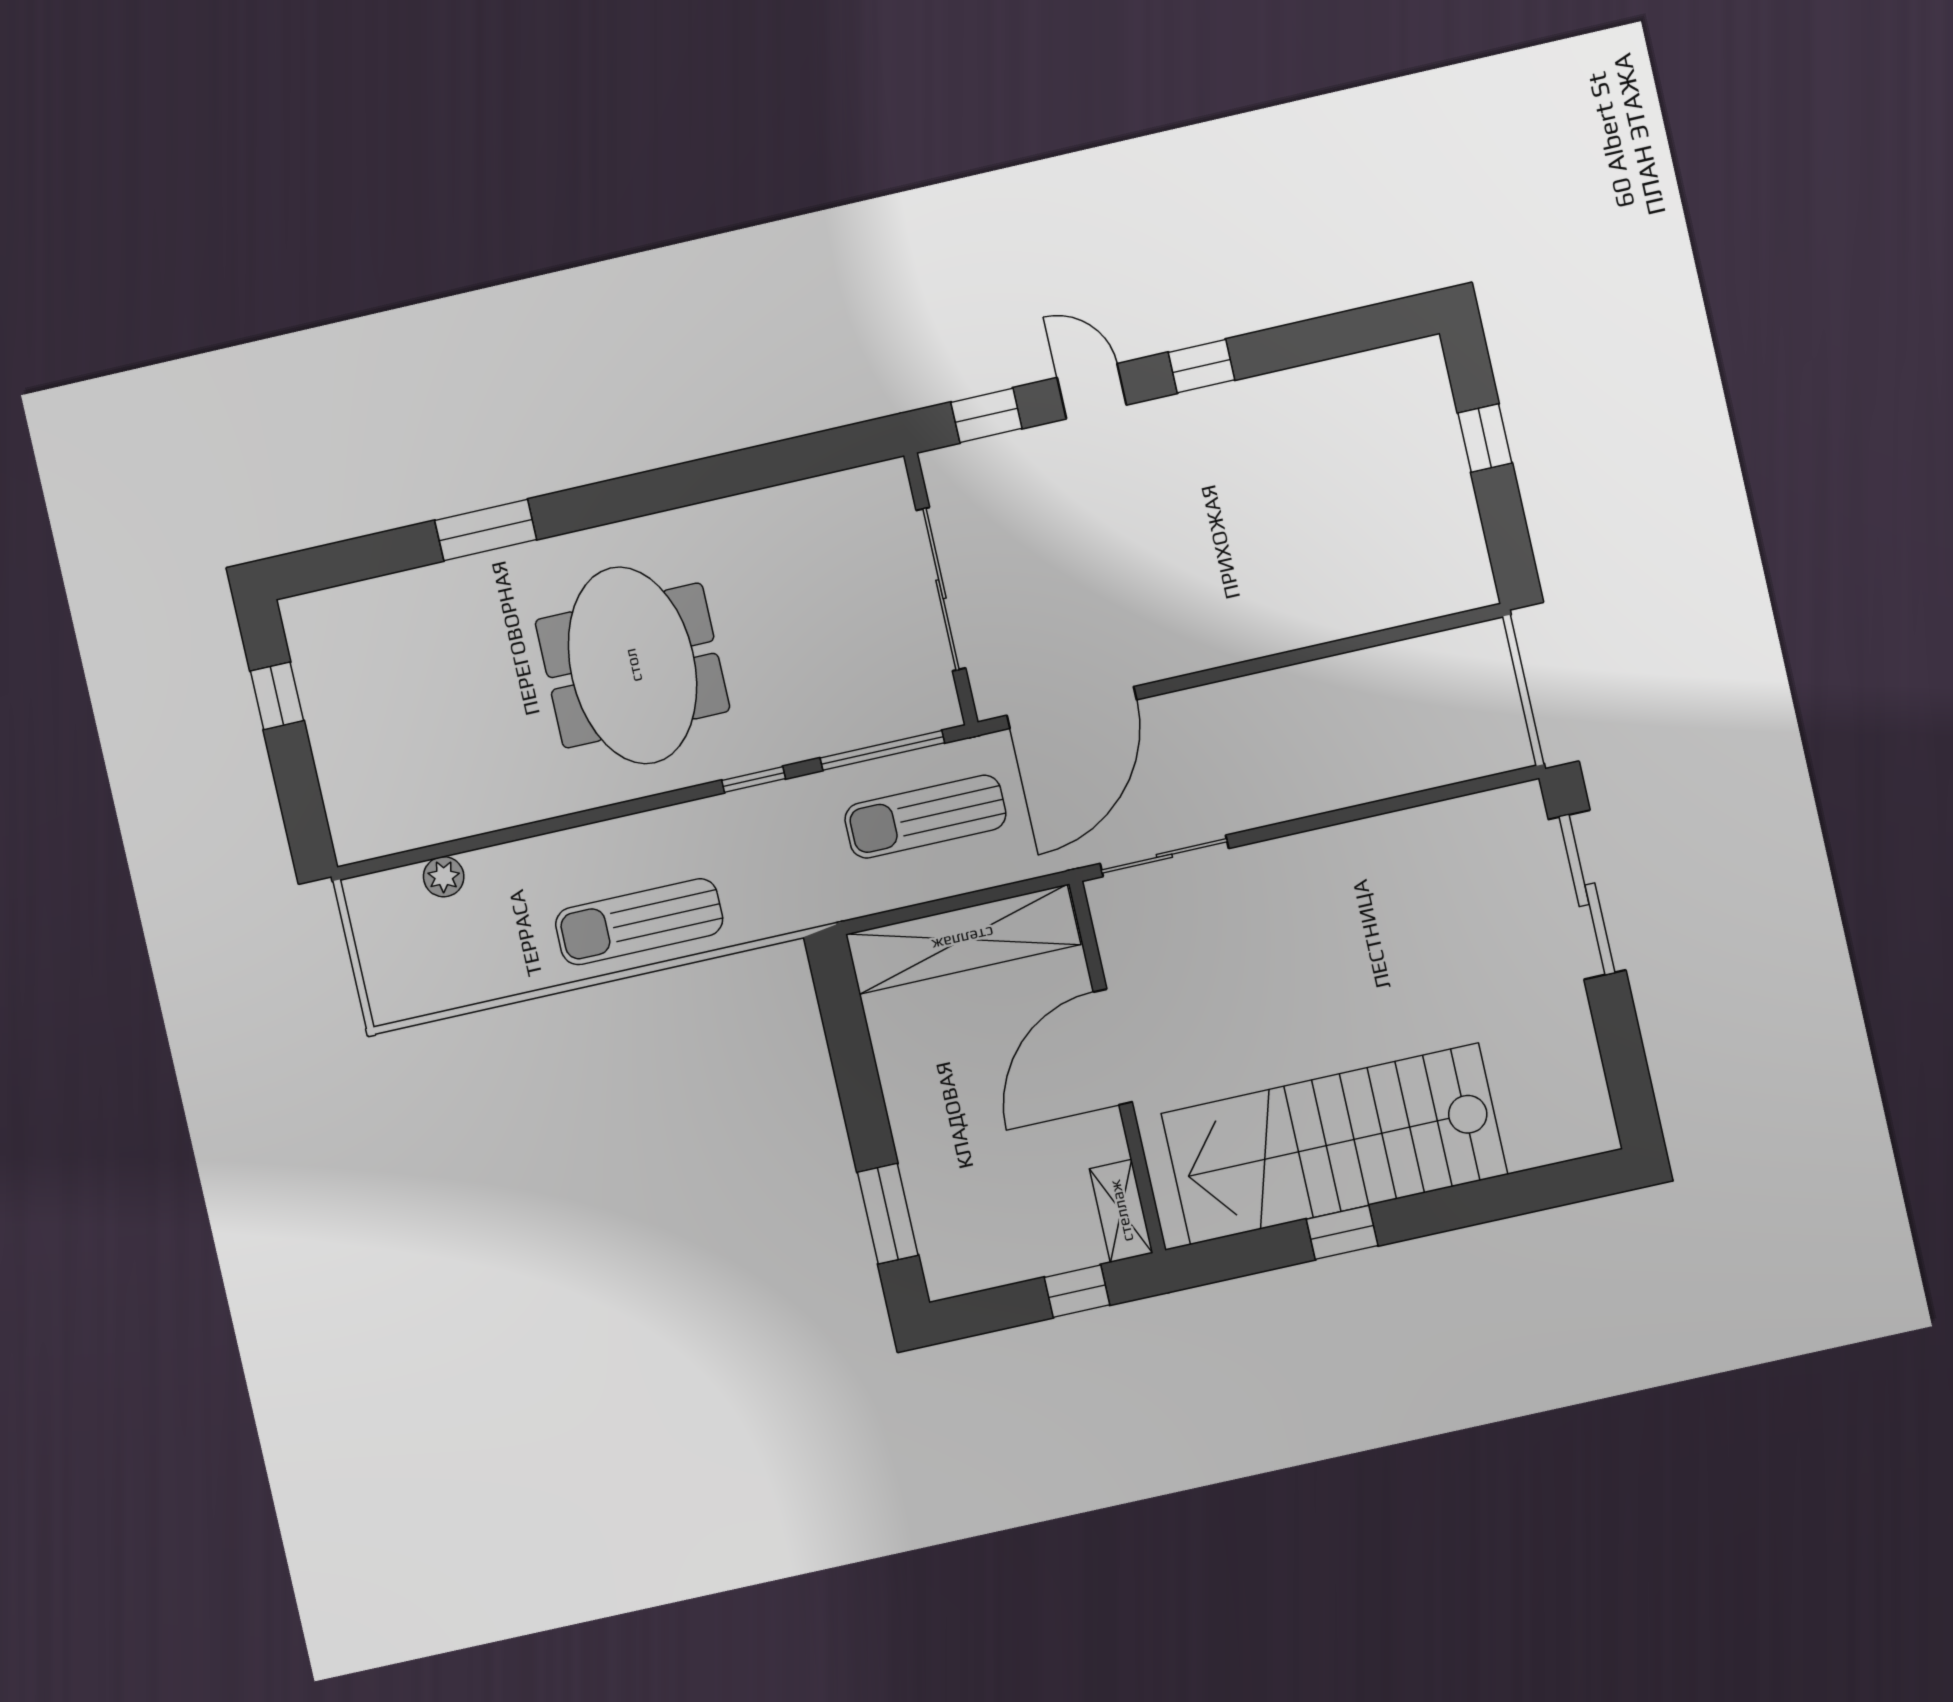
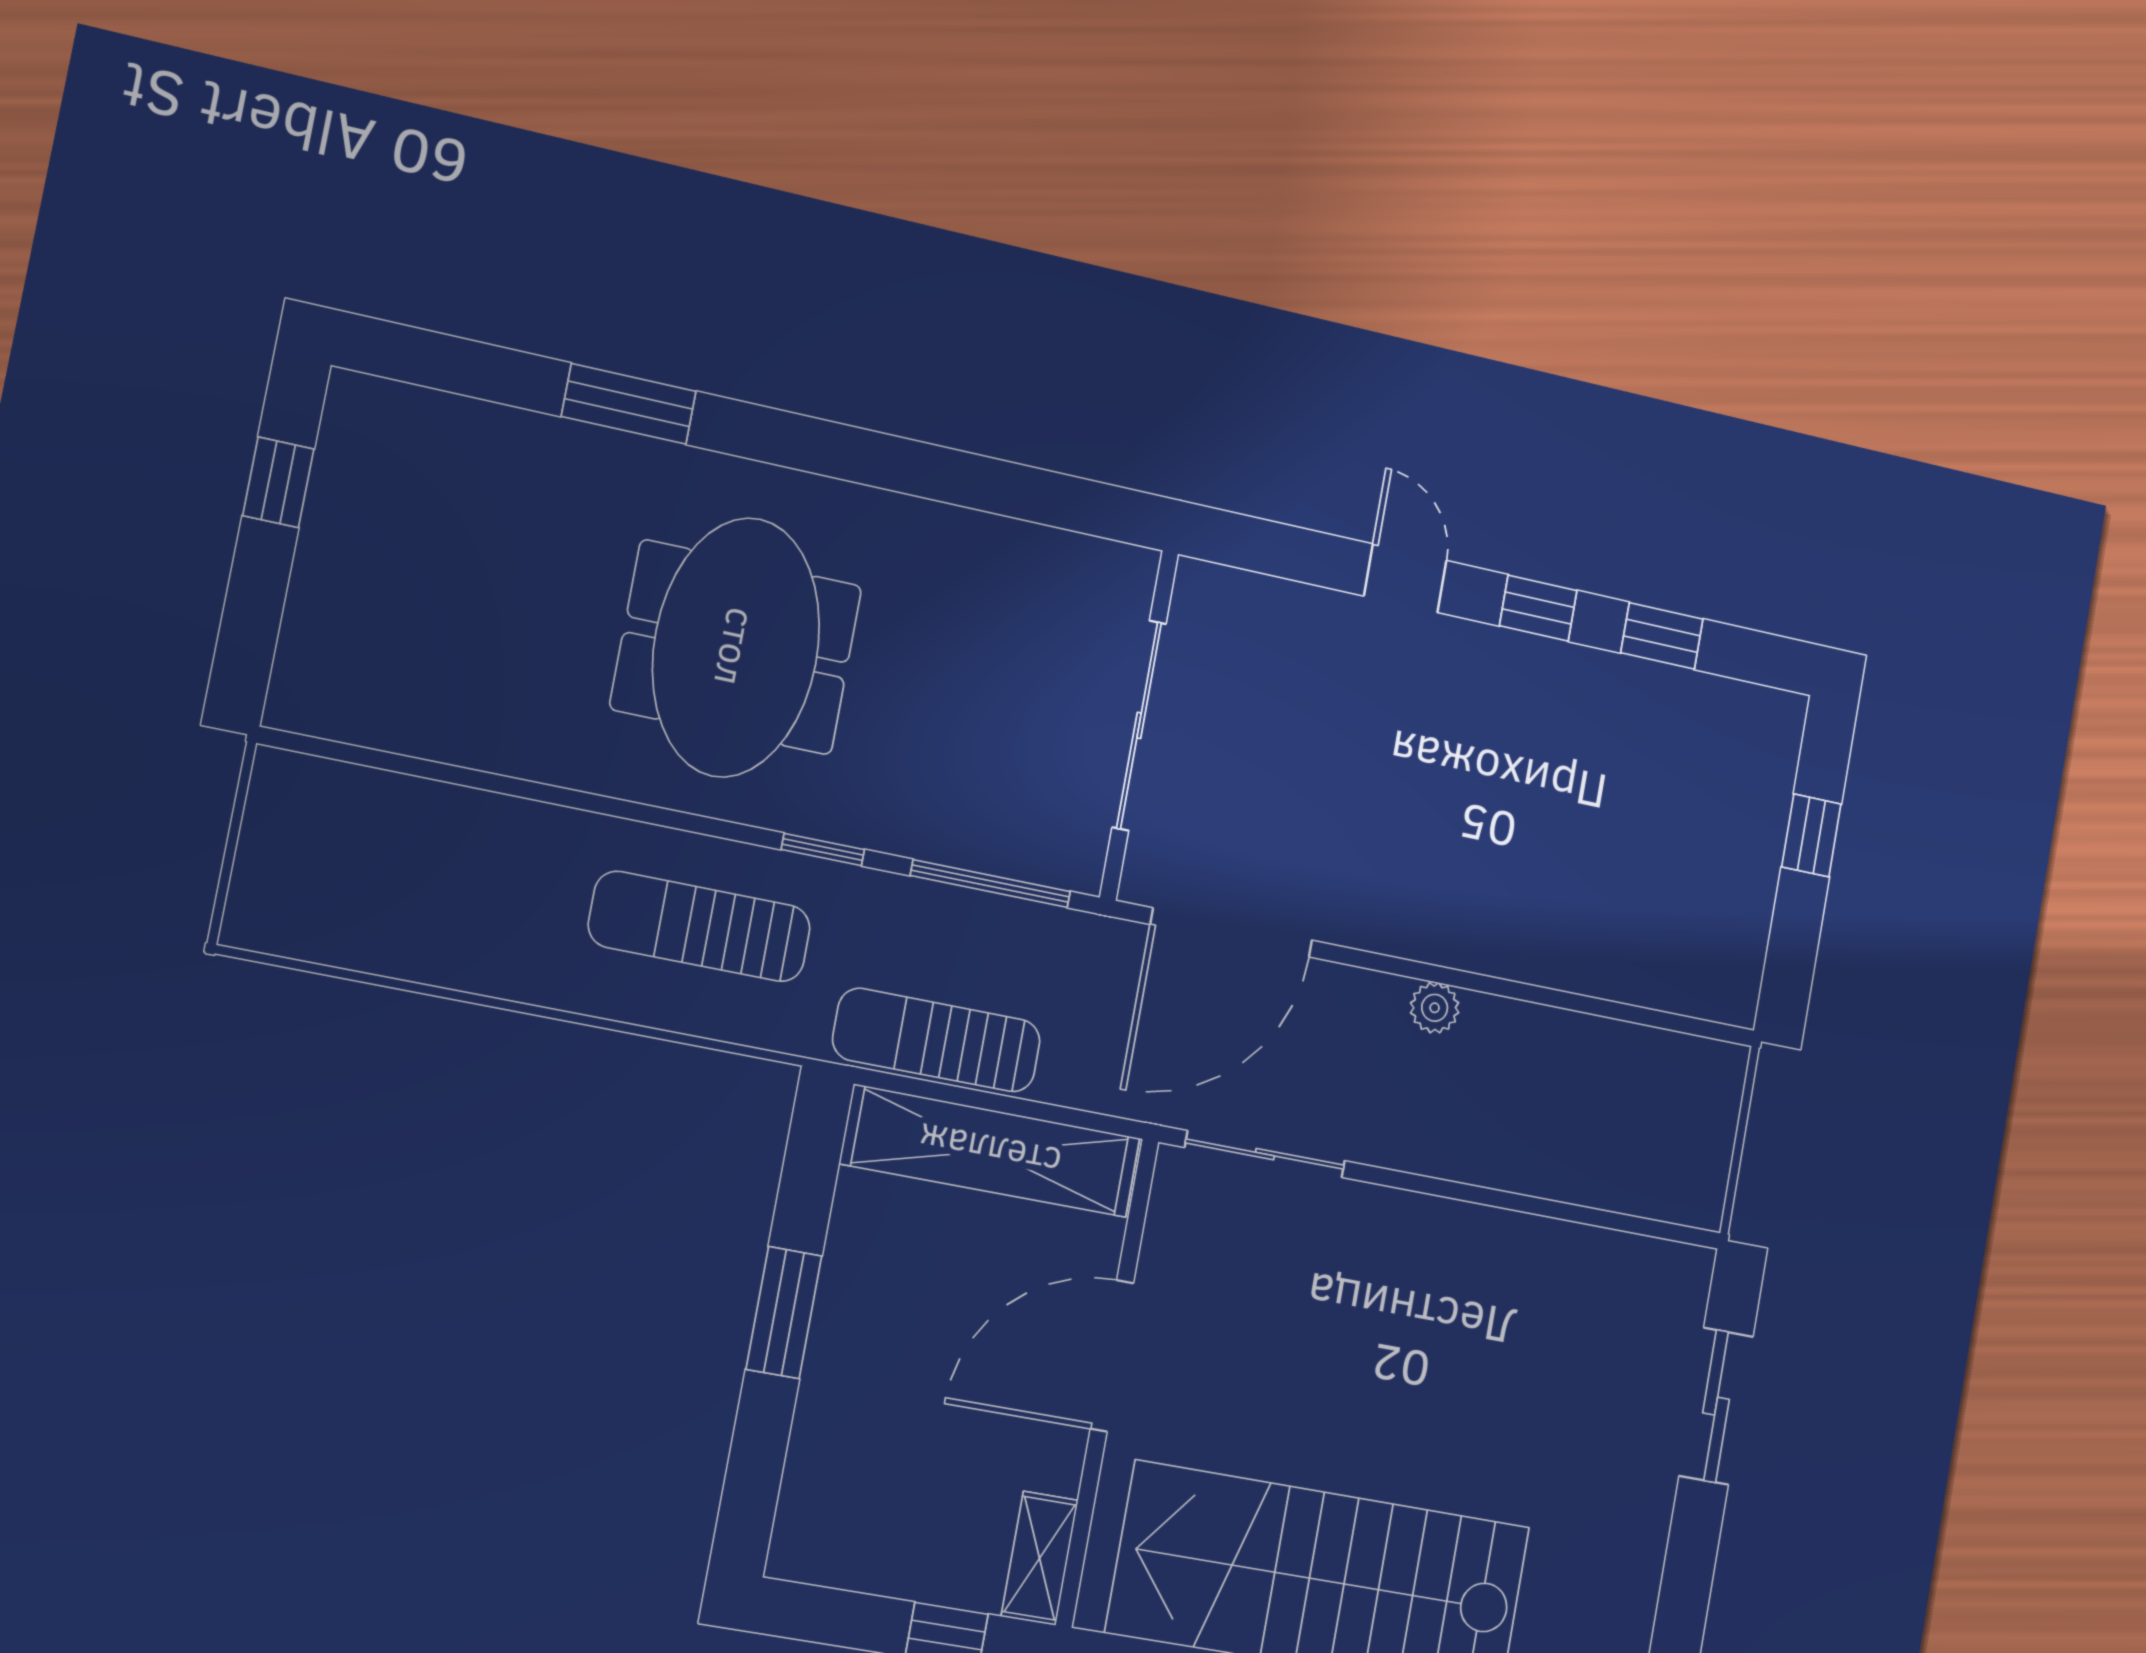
window: (986, 415) -> (1662, 636), moved
sun lounger: (925, 817) -> (937, 1040), moved
plant: (444, 877) -> (1435, 1008), moved
sliding door: (1587, 895) -> (1716, 1406), width x0.73
sun lounger: (639, 922) -> (700, 926), moved
window: (888, 1214) -> (784, 1313), moved

